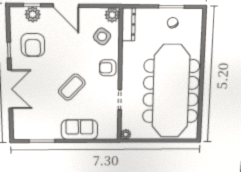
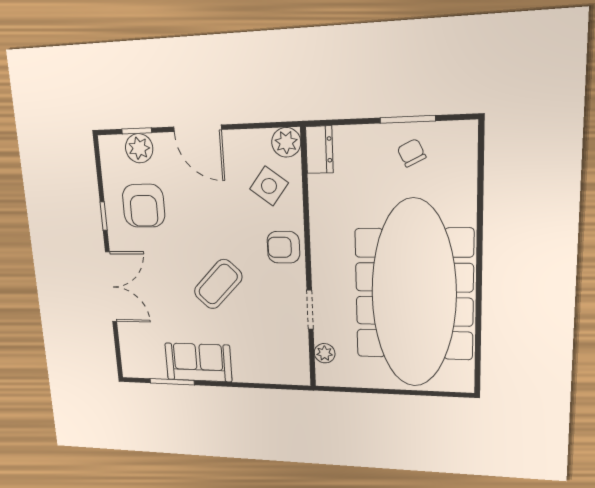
dresser: (129, 24) -> (319, 150), width x0.70
sofa: (79, 130) -> (198, 362), moved
plant: (126, 134) -> (325, 353), moved

